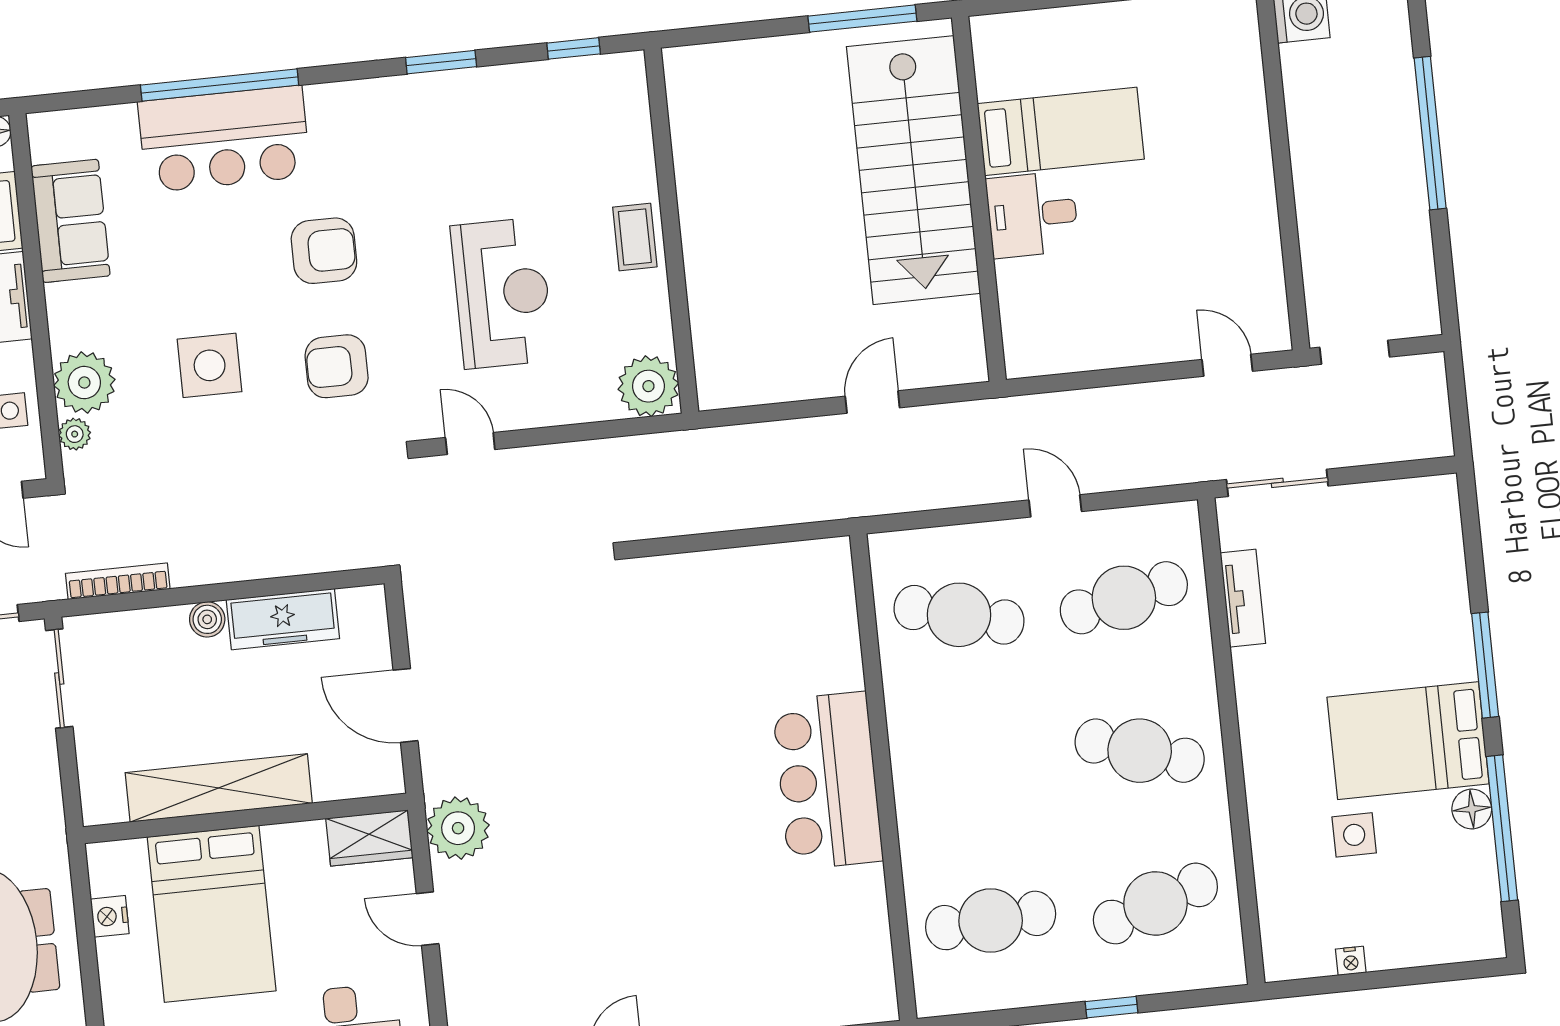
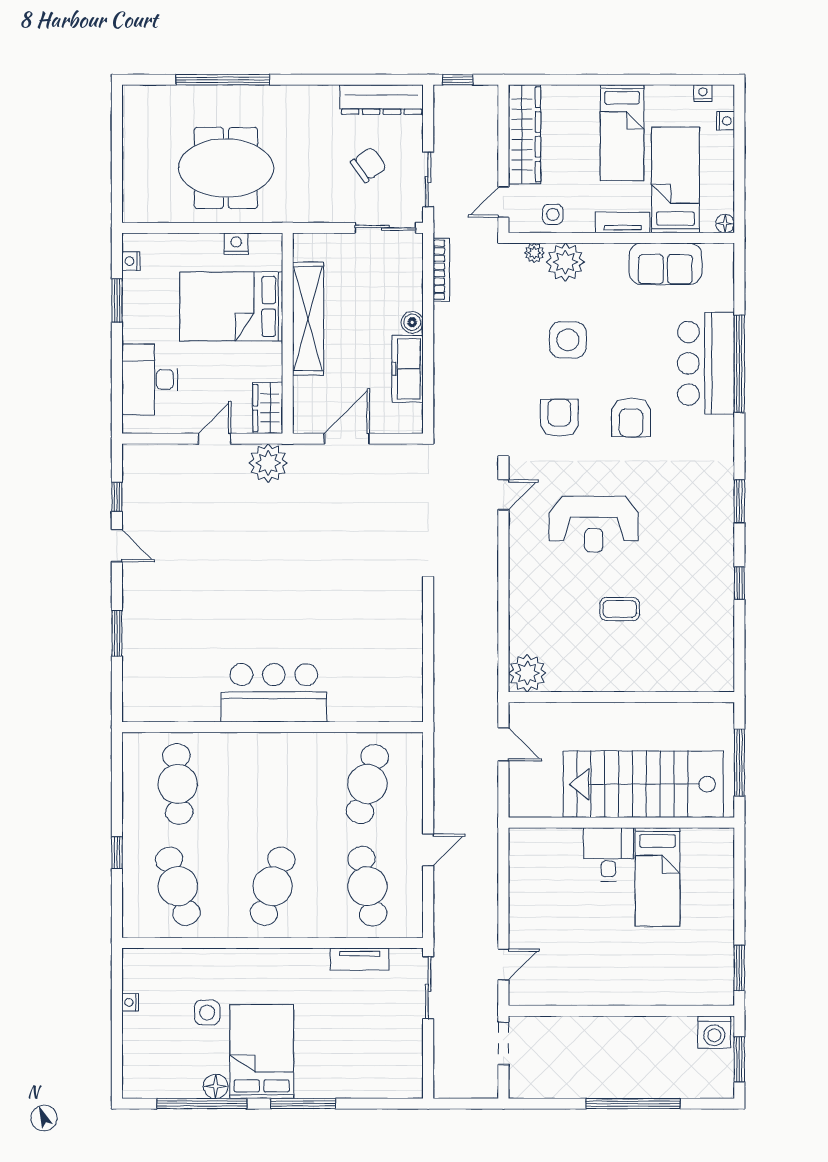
wall: (671, 231) -> (621, 697), moved
plant: (648, 386) -> (527, 673), moved

